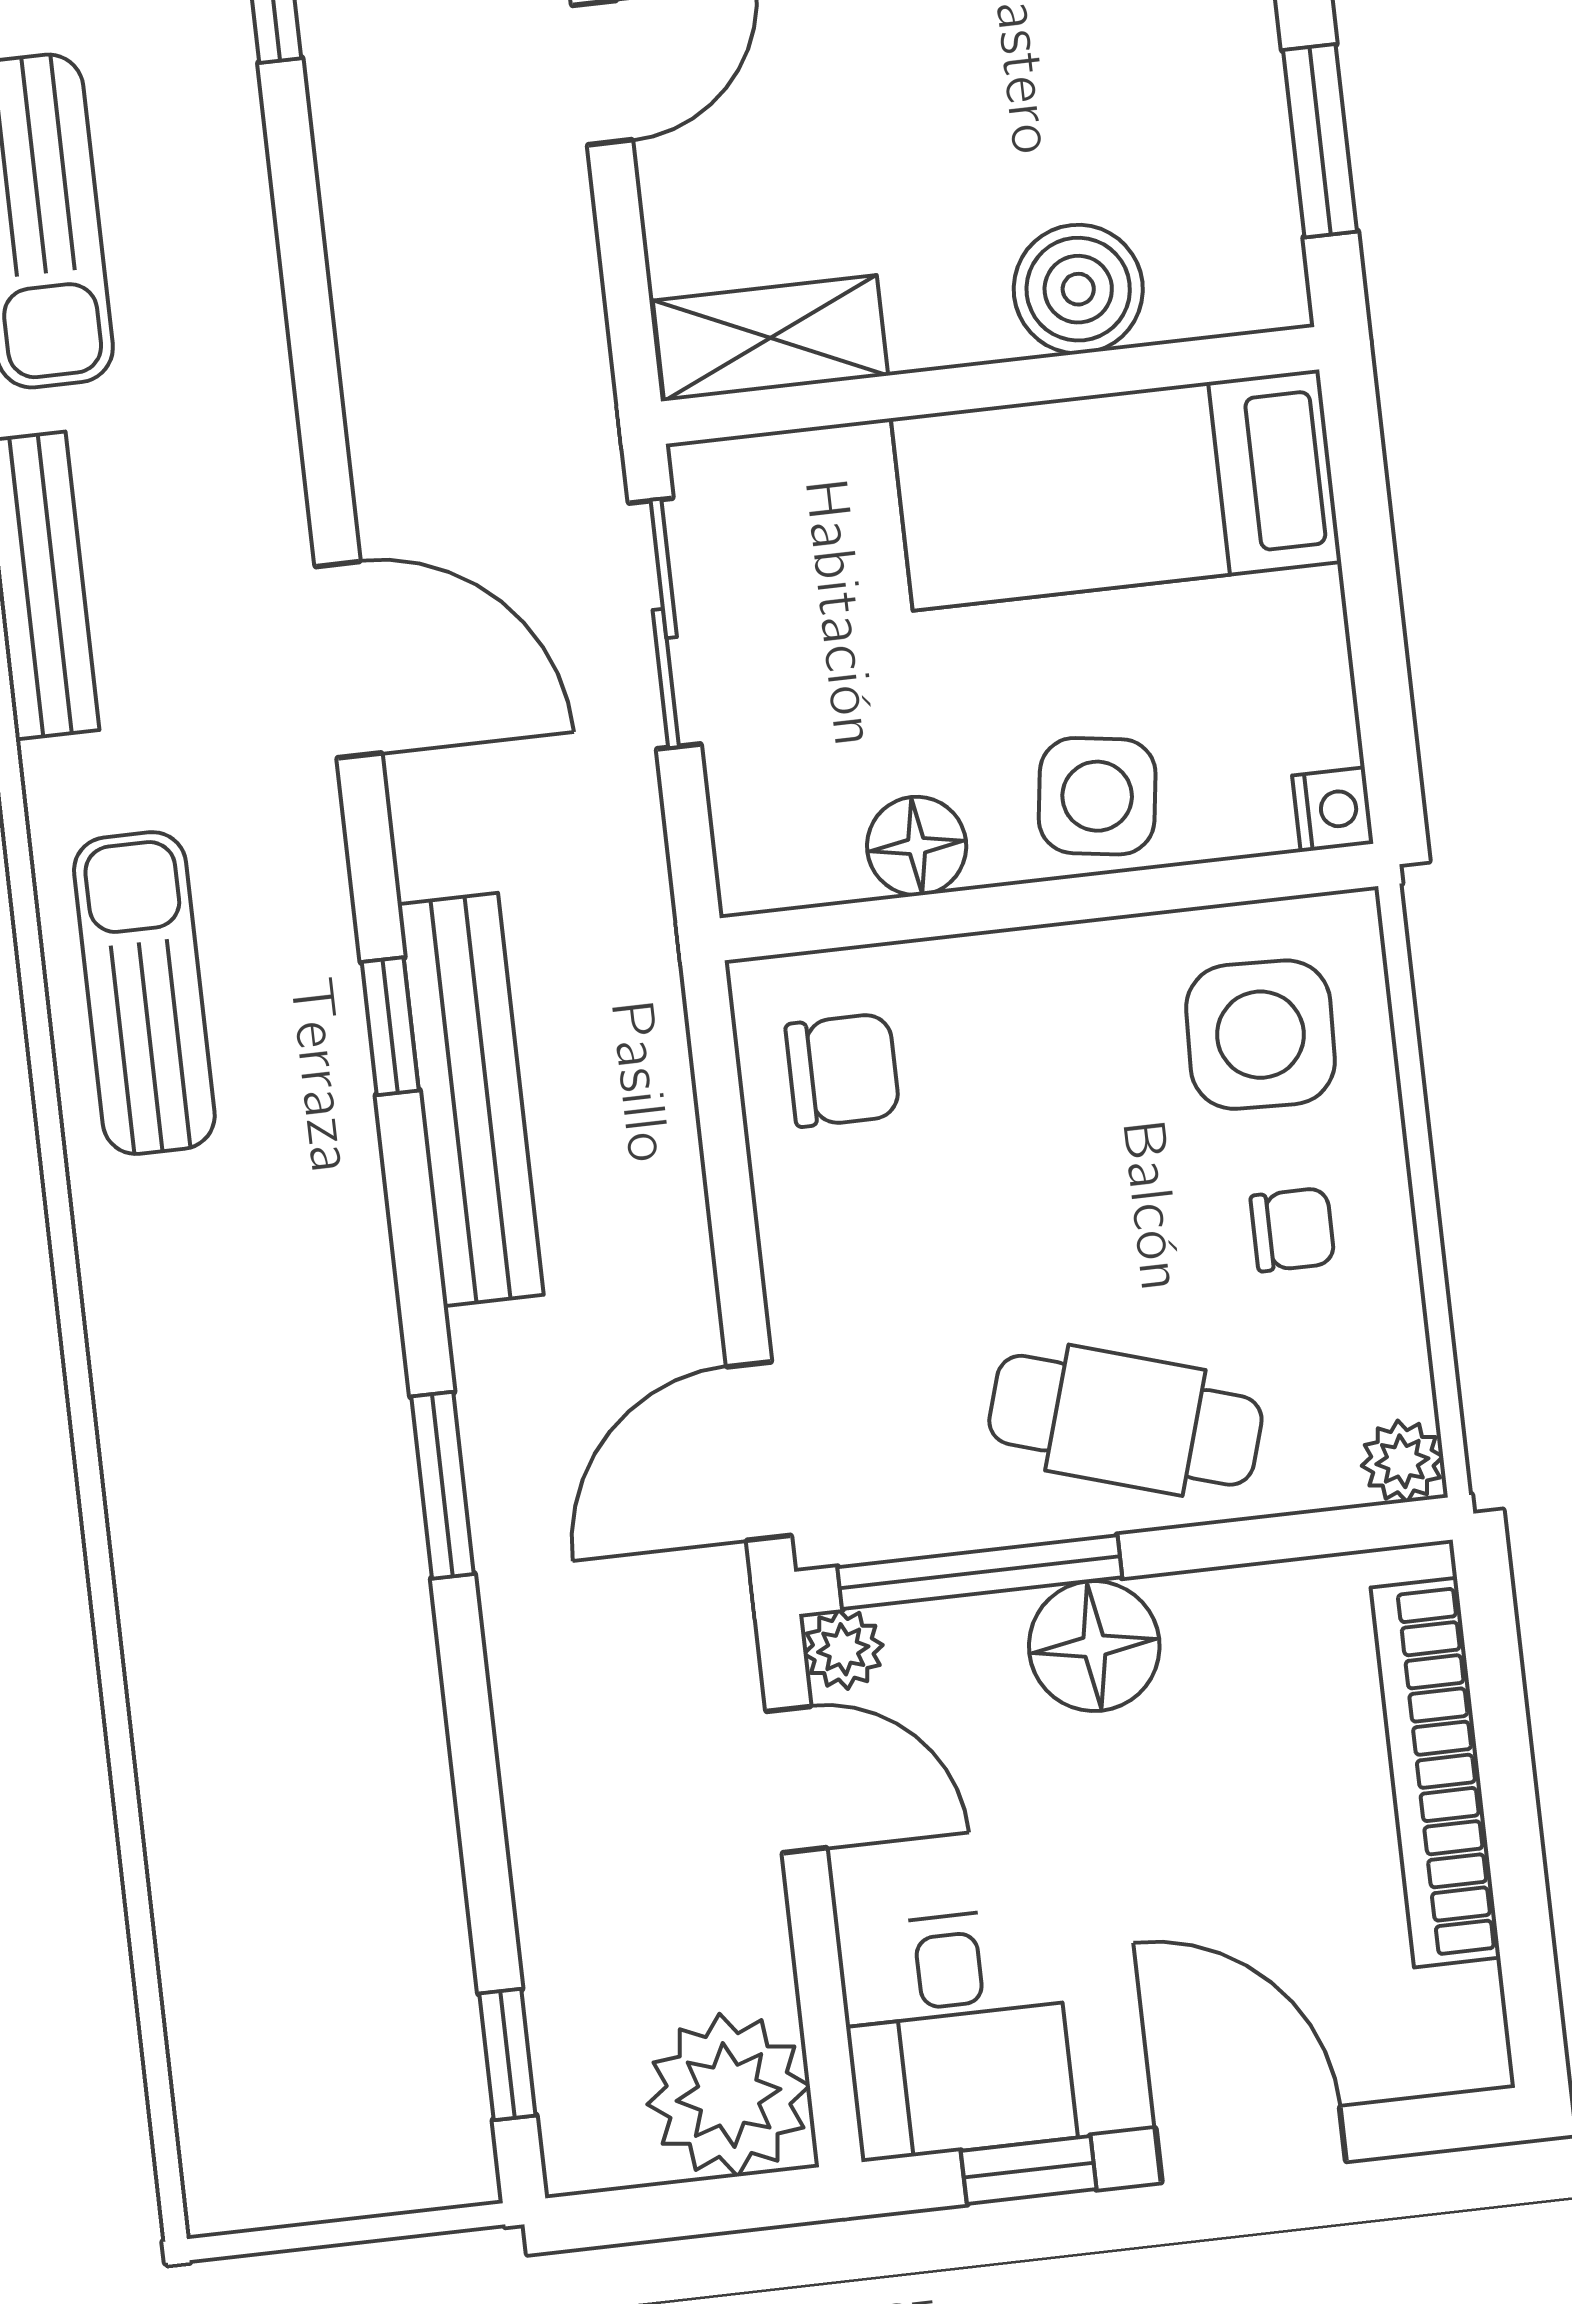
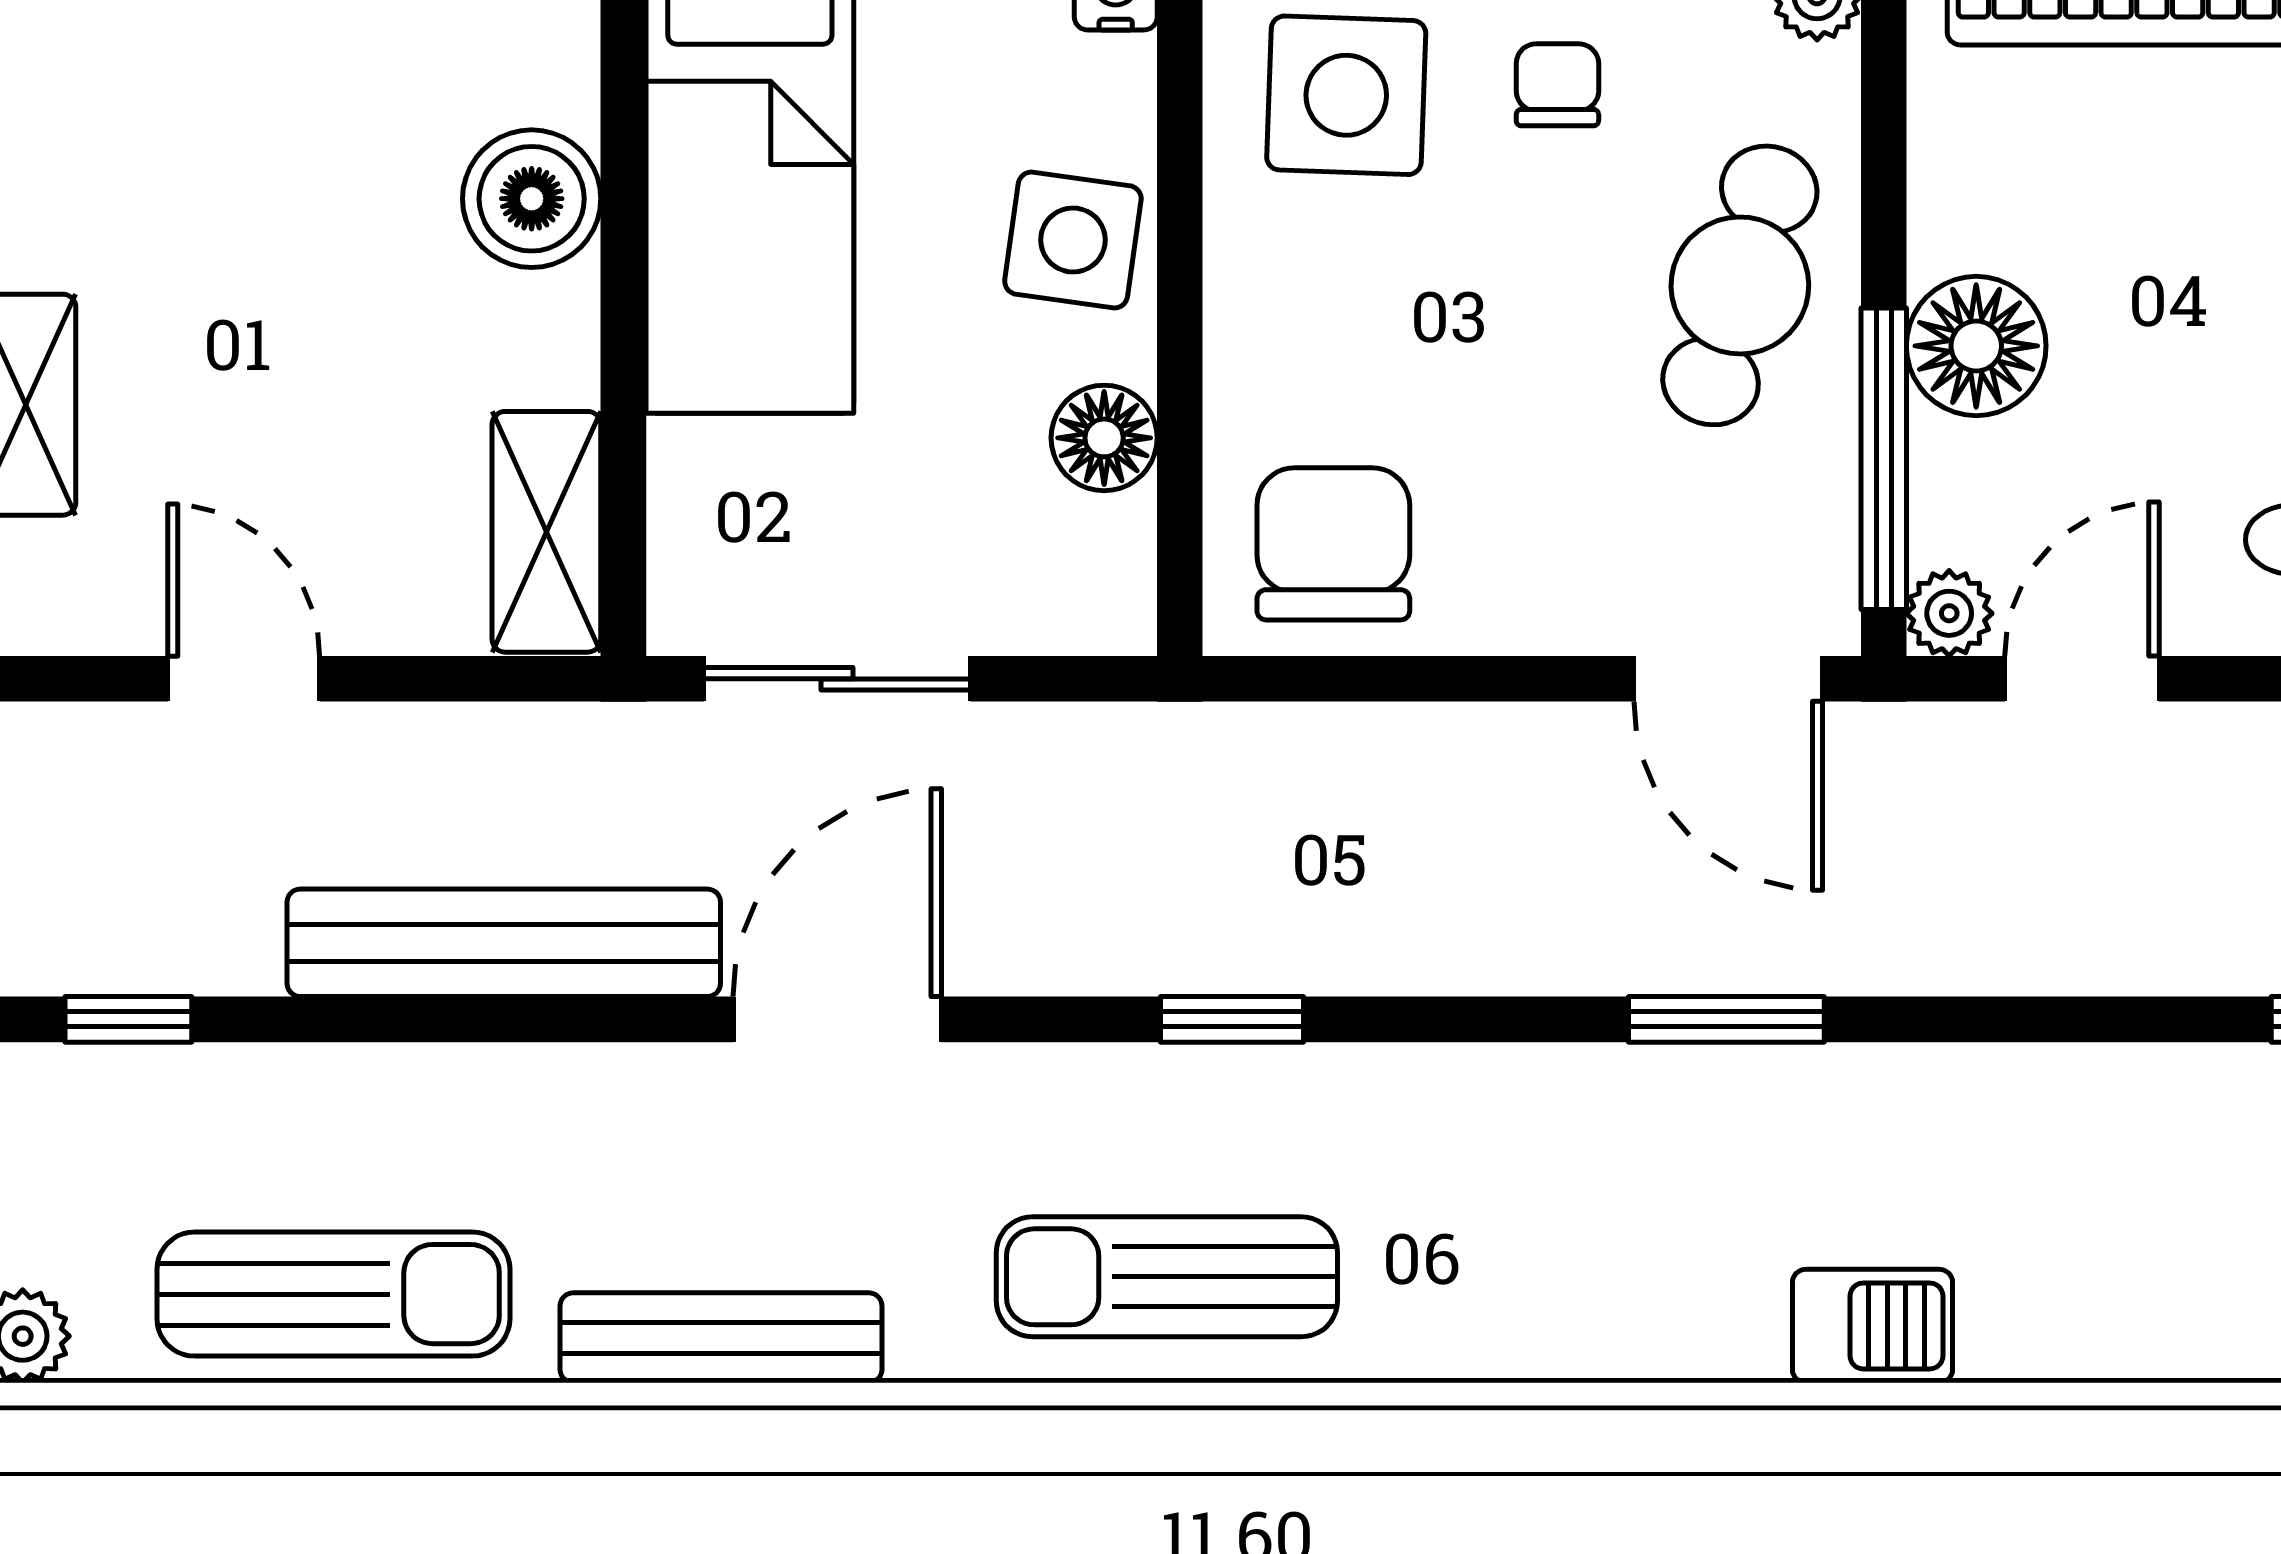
chair: (843, 1070) -> (1333, 544), width x1.37, depth x1.37
bench: (471, 1100) -> (504, 943), moved
barbecue: (173, 1653) -> (1872, 1326), added

